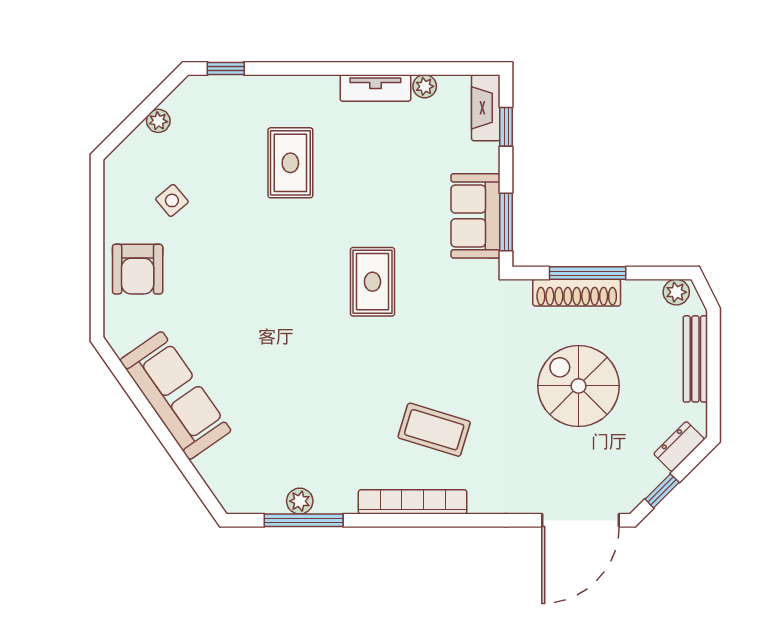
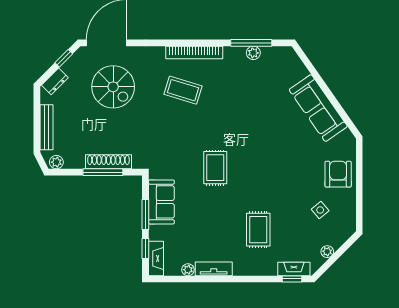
fireplace: (222, 88) -> (294, 269), added
window: (506, 222) -> (145, 214), moved
spiral stairs: (578, 386) -> (113, 87), moved

